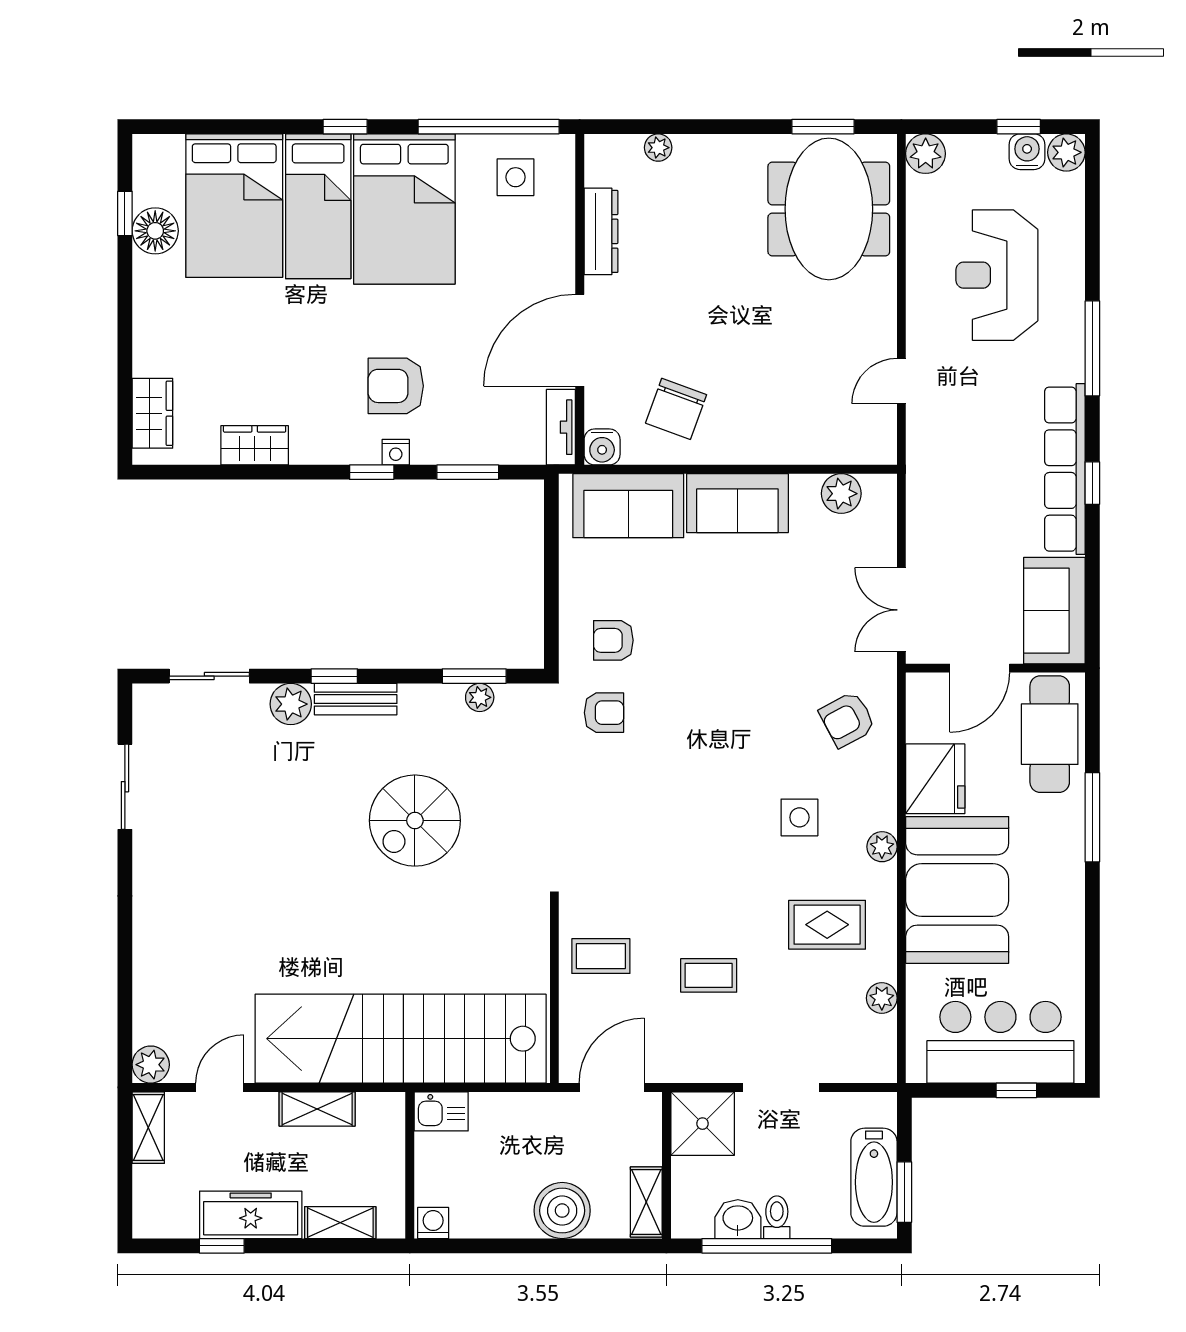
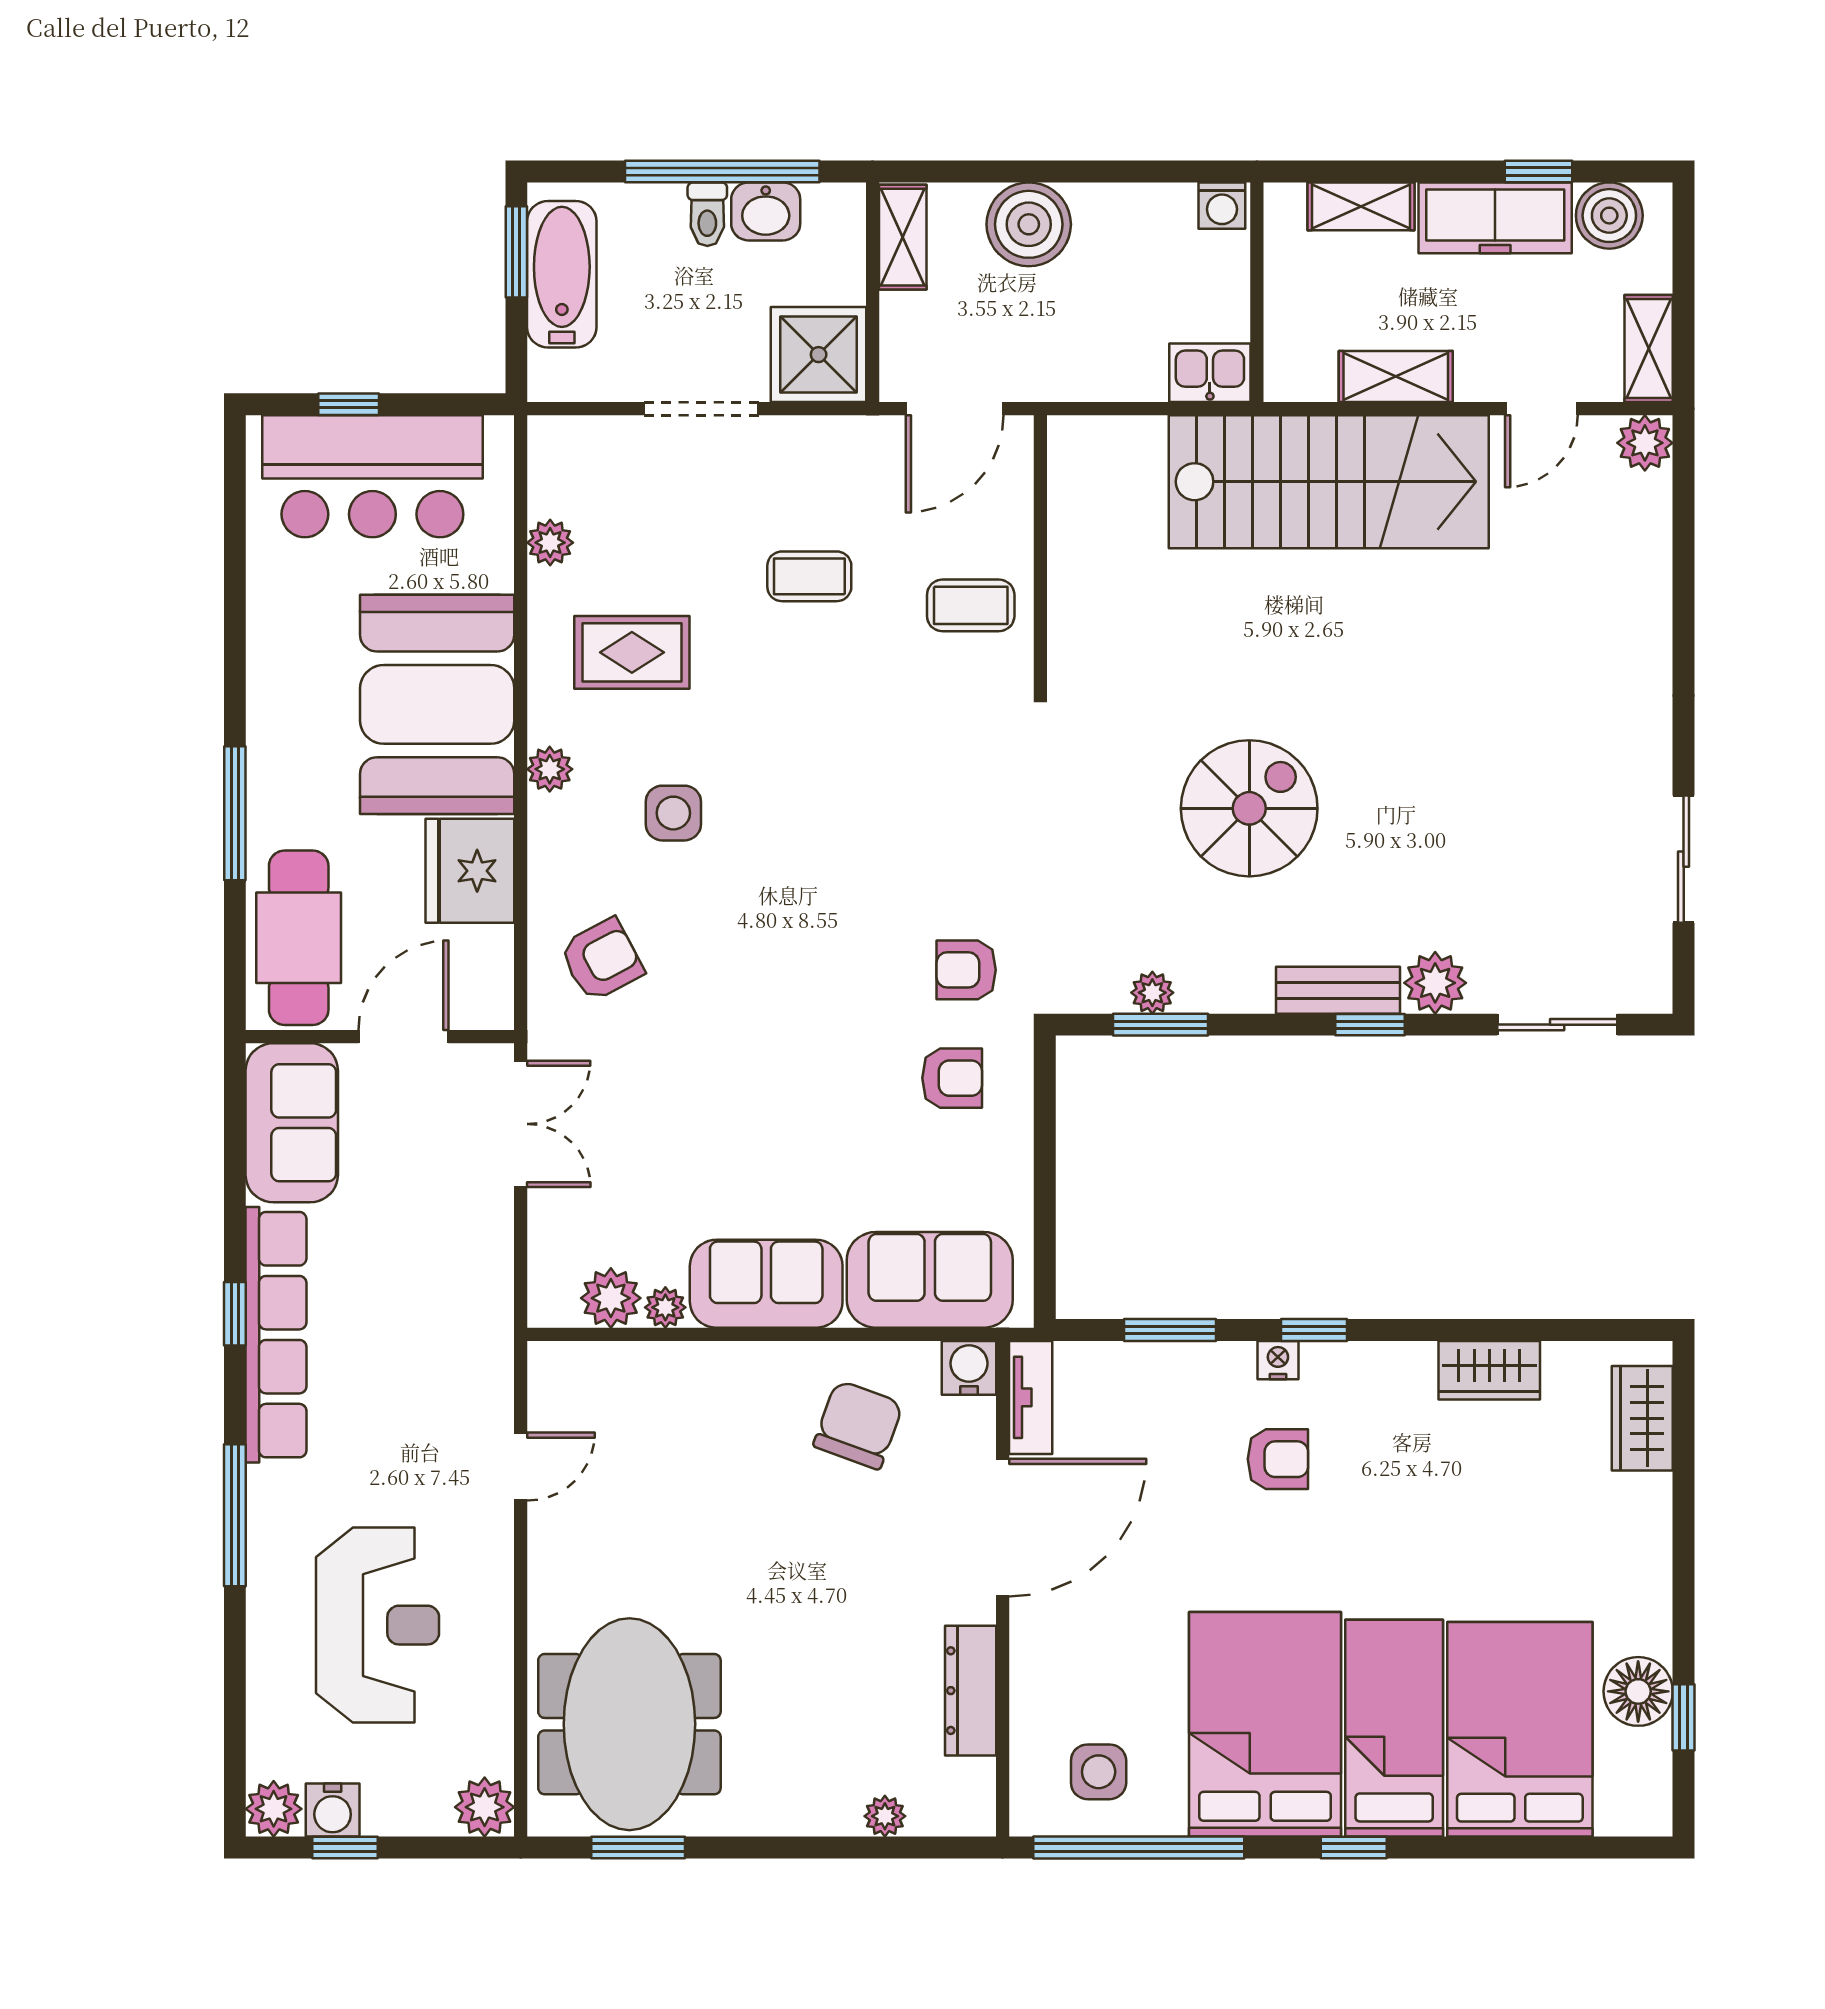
armchair: (396, 386) -> (1278, 1459), width x0.72, depth x0.72
plant: (805, 487) -> (665, 1307), added
stairs: (401, 1039) -> (1329, 482), width x0.73
boiler: (174, 1216) -> (1609, 216), added

